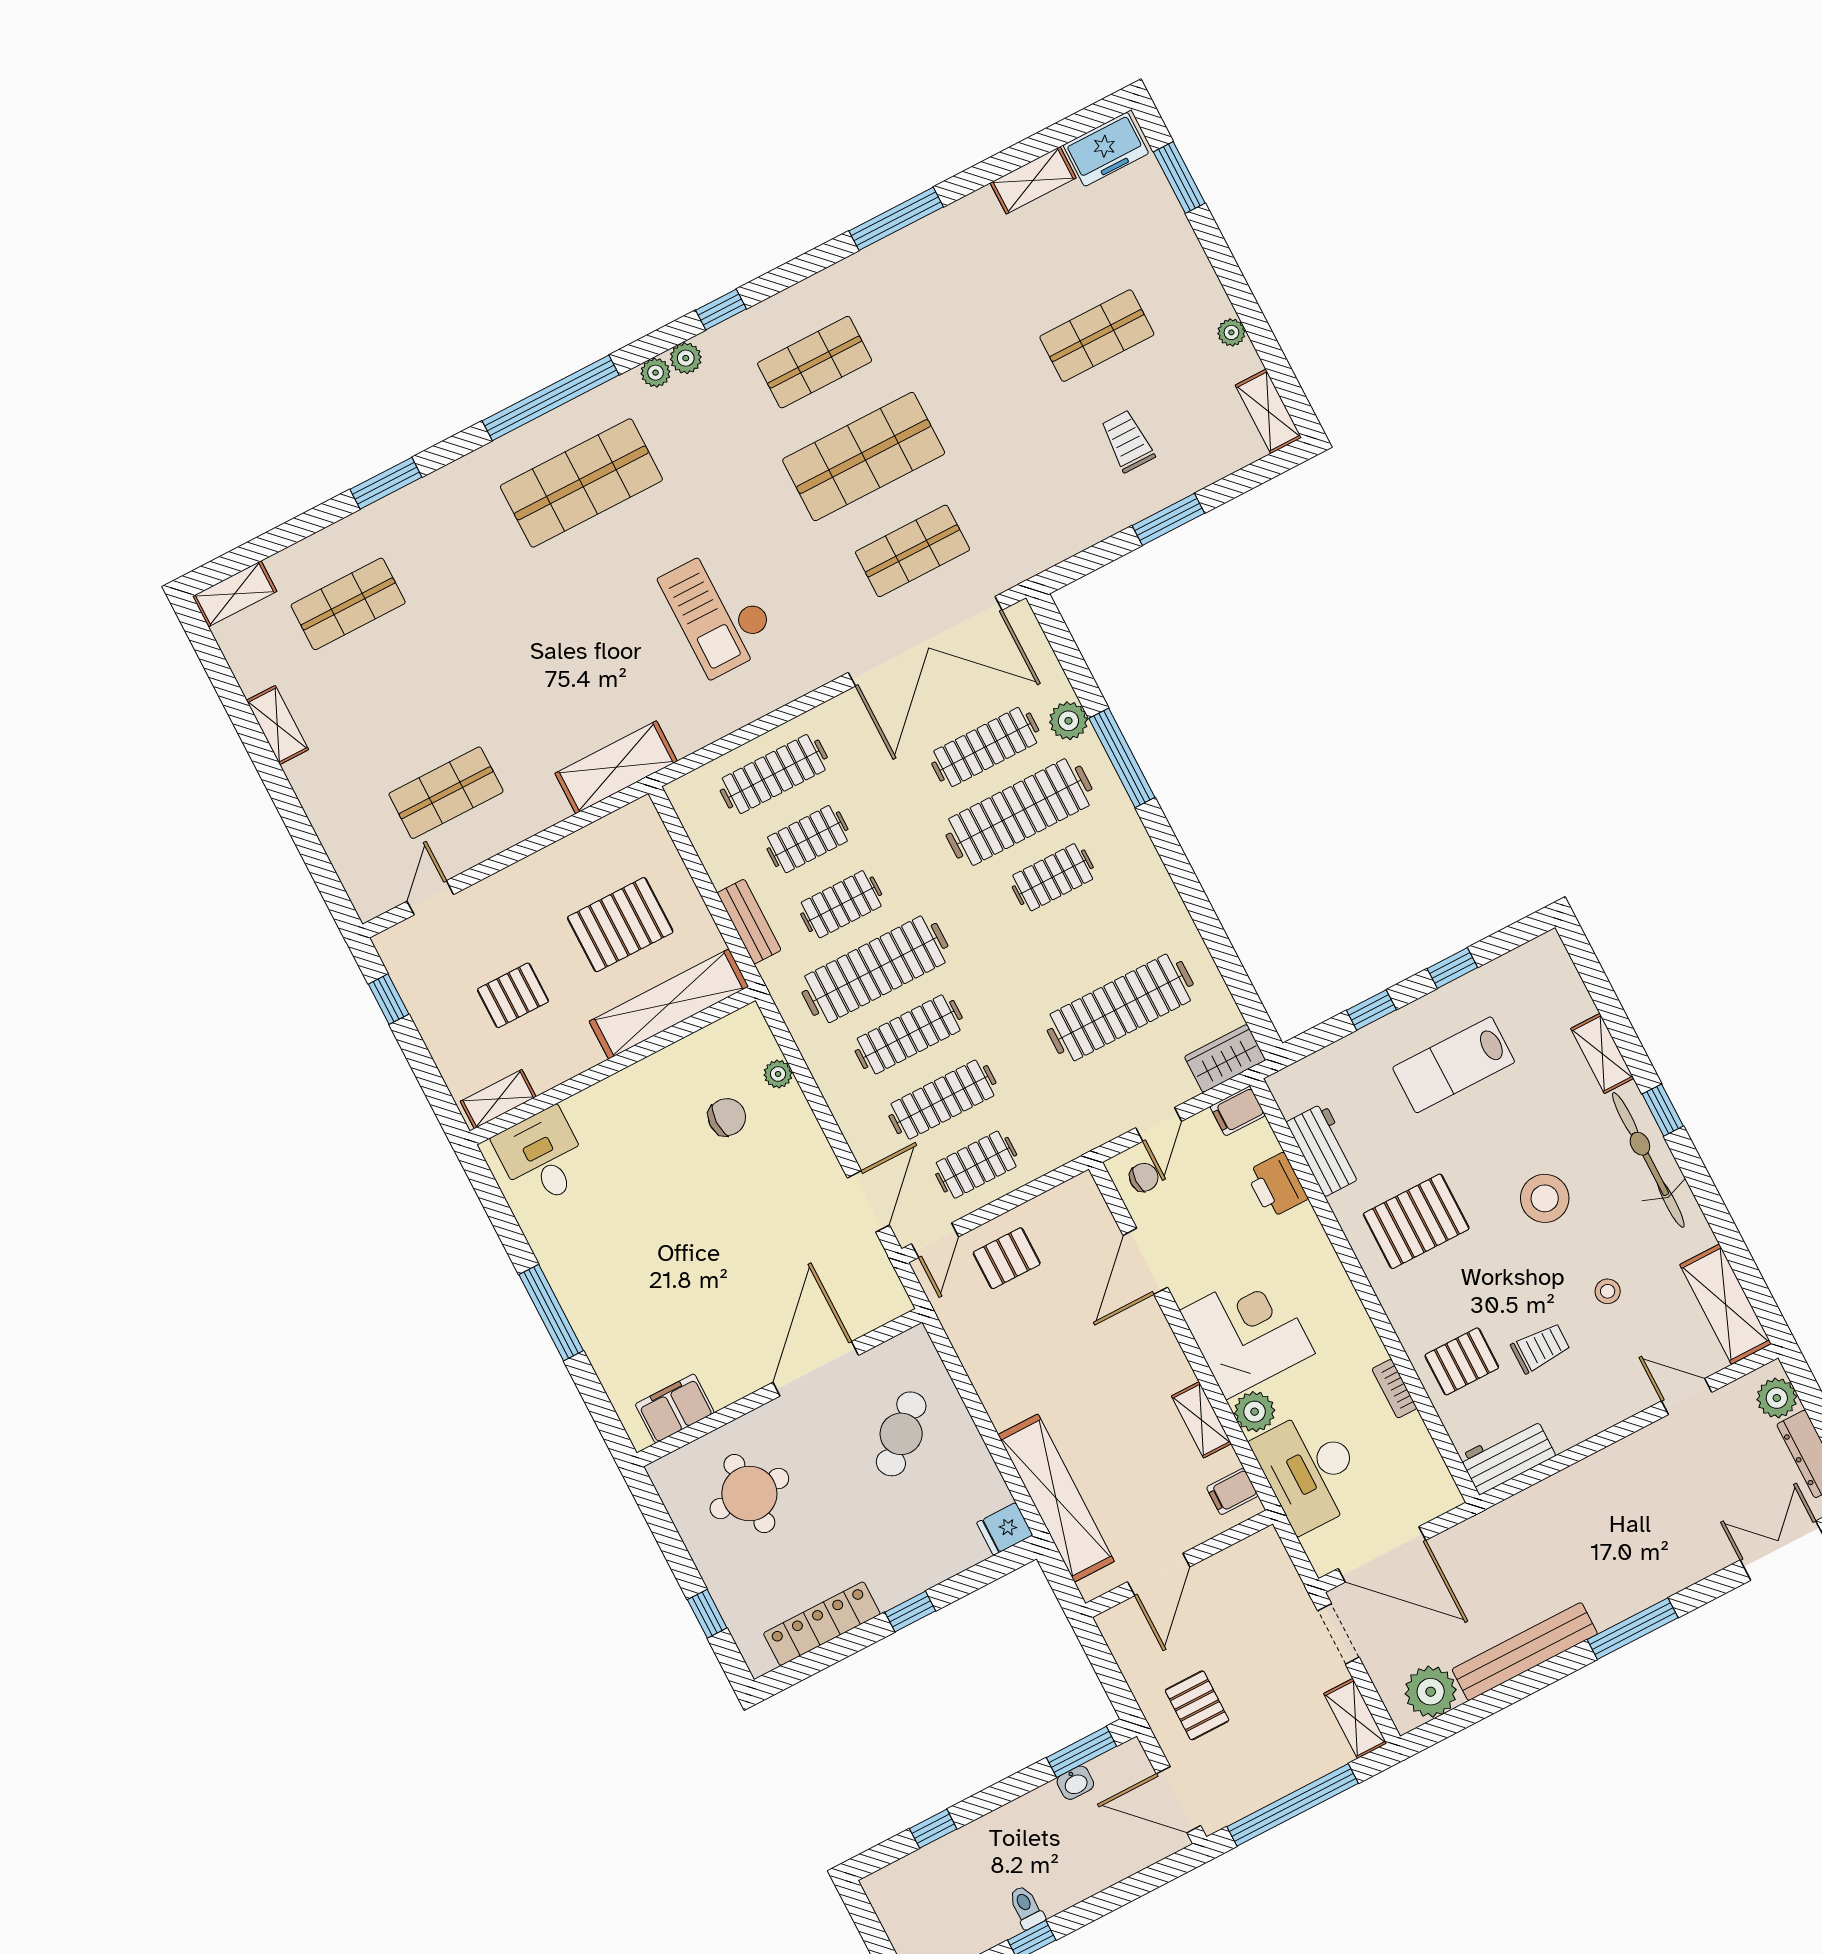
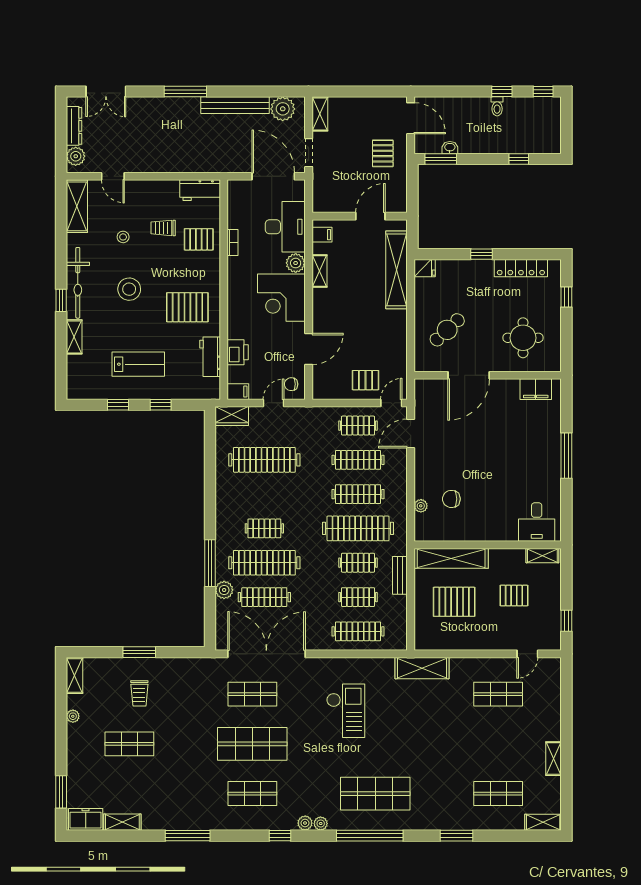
window: (1293, 1805) -> (364, 91), removed

